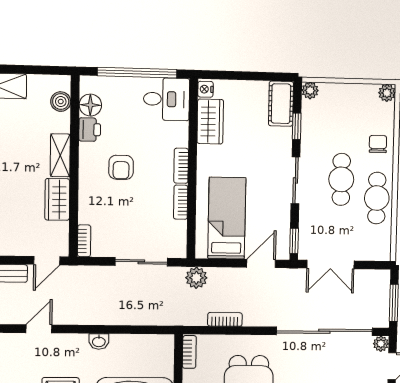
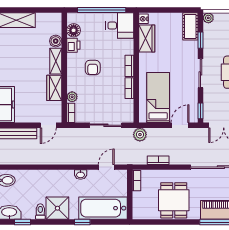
boiler: (61, 102) -> (56, 41), moved
plant: (87, 214) -> (72, 97), added
door: (39, 329) -> (106, 167), moved

